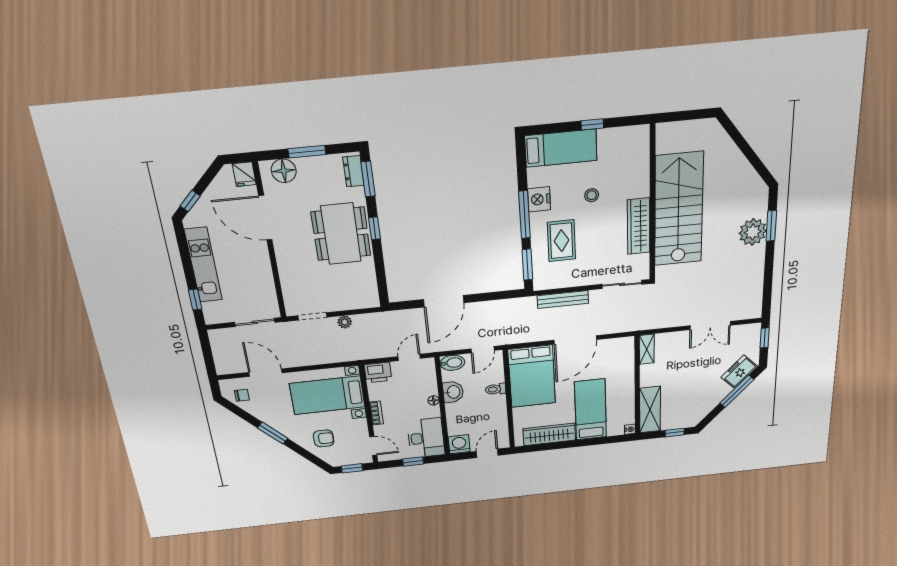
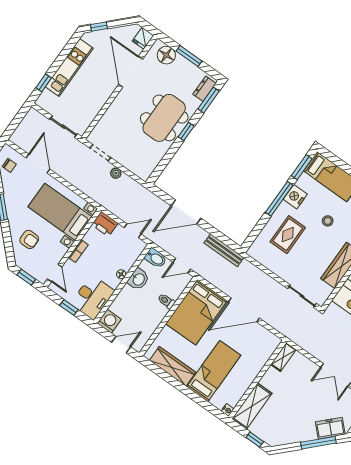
window: (527, 265) -> (302, 167), moved
bench: (563, 300) -> (224, 250), moved

